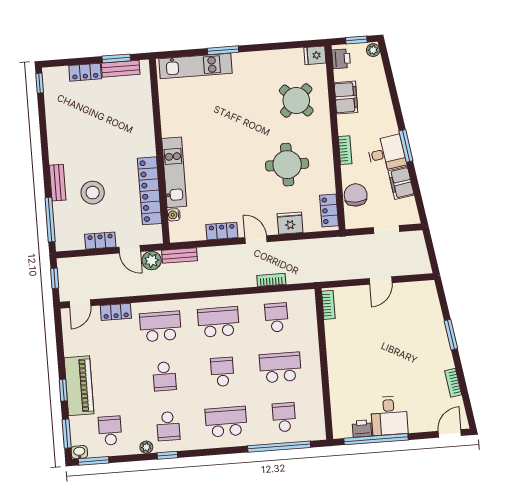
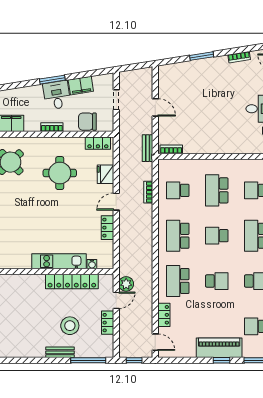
bench: (180, 256) -> (148, 148), moved

